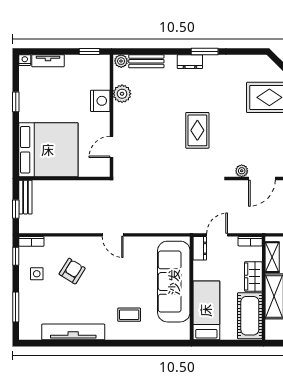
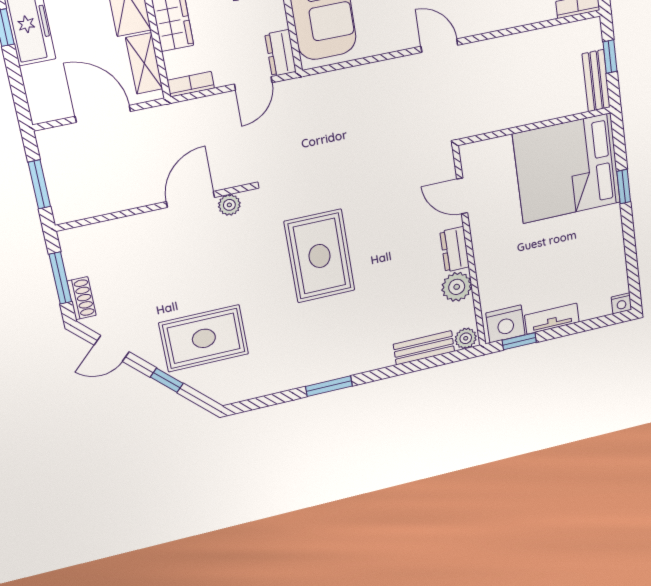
tv unit: (48, 61) -> (552, 319), moved
dresser: (190, 62) -> (455, 249), moved, turned -90
nightstand: (100, 101) -> (505, 324), moved, turned -90
window: (16, 102) -> (624, 187), moved
rug: (197, 130) -> (320, 256), width x1.36, depth x1.43
door: (111, 147) -> (462, 196), swing flipped

